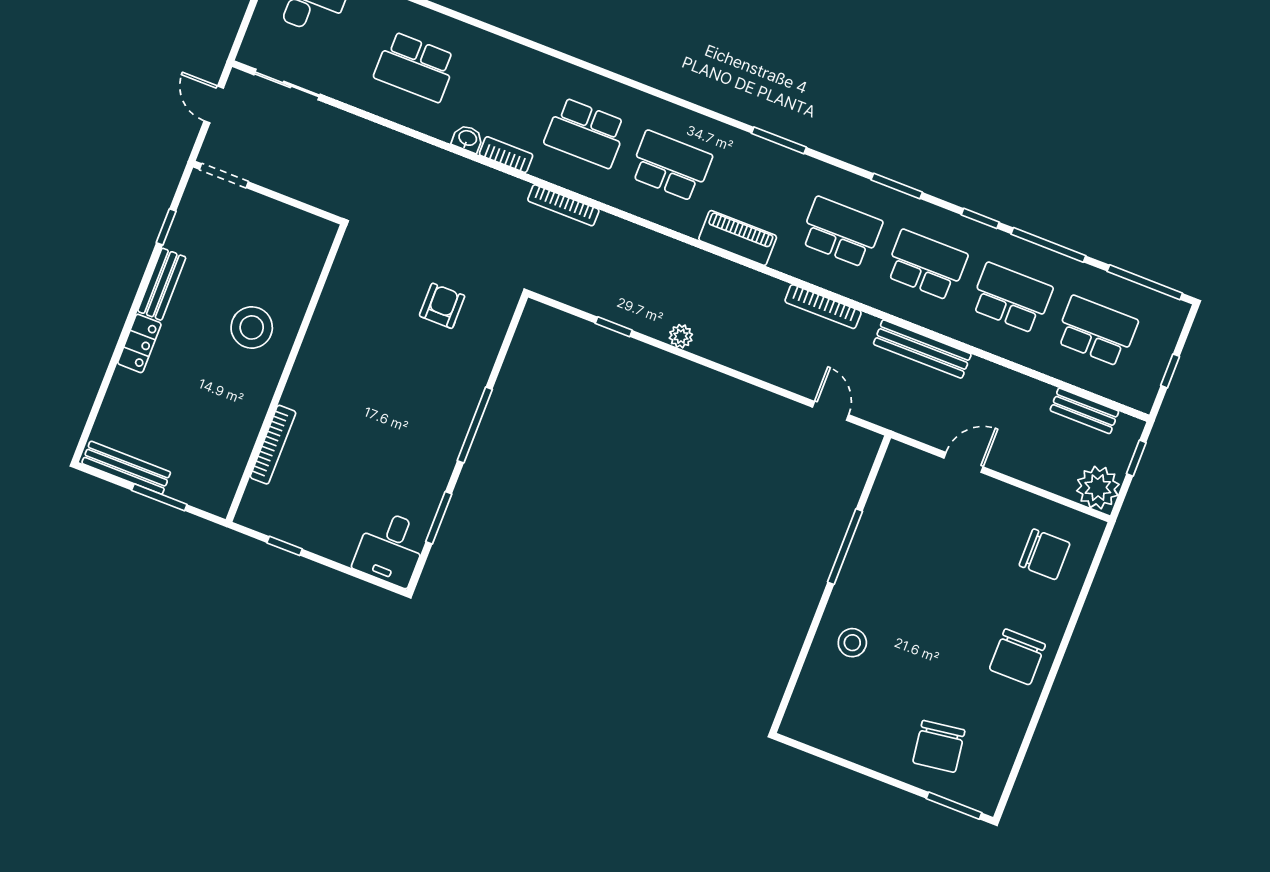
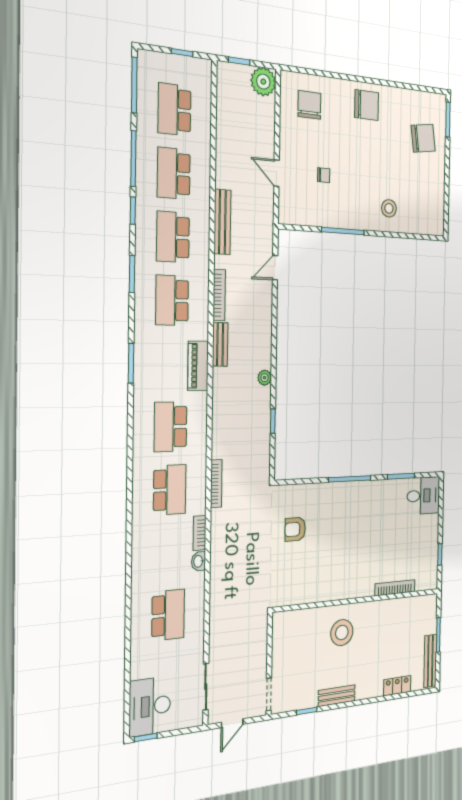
locker: (139, 343) -> (397, 686), moved
bench: (1084, 411) -> (220, 344), moved
chair: (937, 542) -> (324, 175), added

